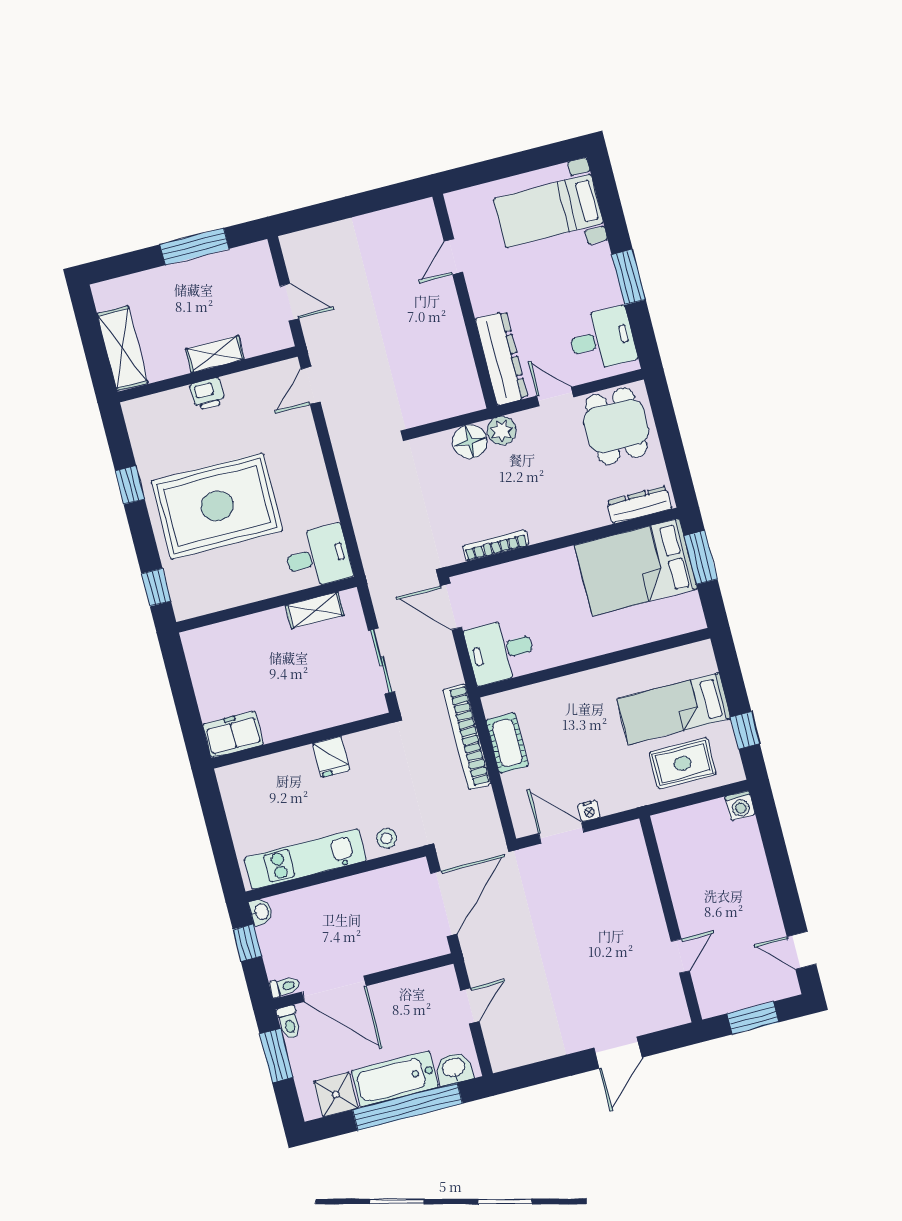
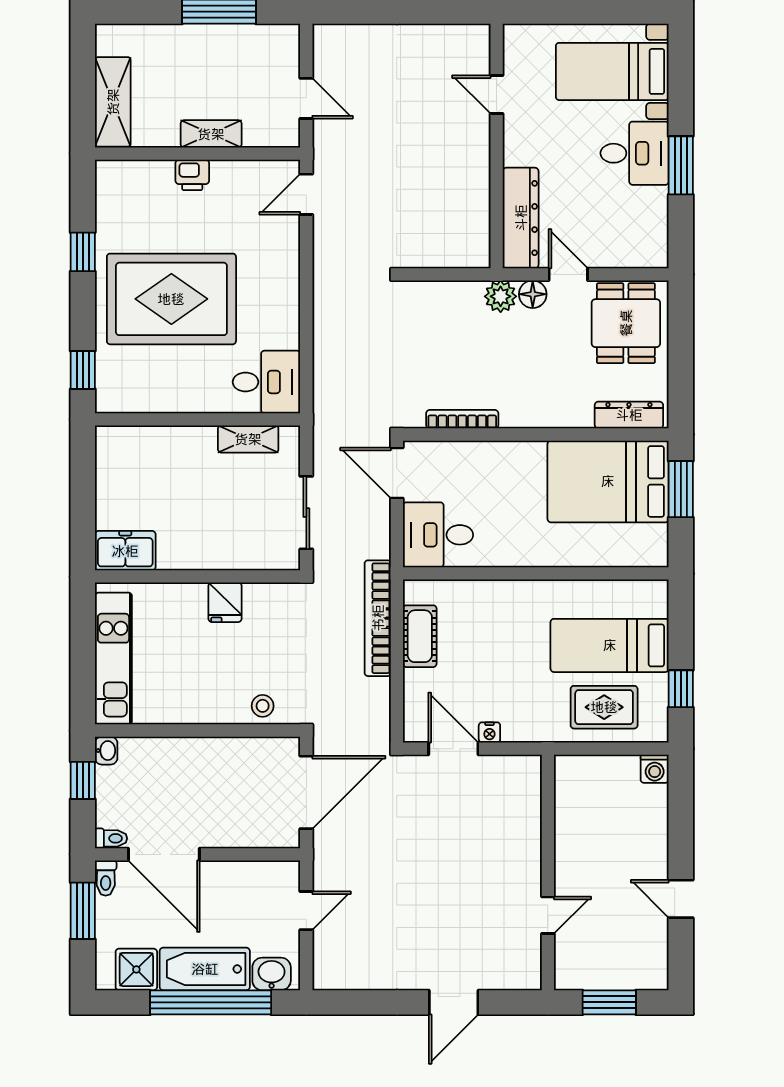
door: (453, 257) -> (497, 95), hinge flipped
desk: (602, 339) -> (635, 153), moved
floor lamp: (470, 442) -> (533, 294), moved, width x0.73, depth x0.73
kitchen unit: (305, 859) -> (113, 659), moved, turned 90
door: (801, 950) -> (681, 899), moved

